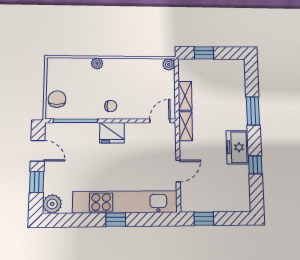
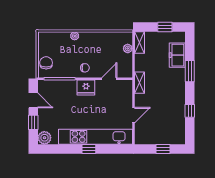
window: (204, 53) -> (165, 27), moved
plant: (169, 64) -> (128, 48), moved
shelving: (185, 96) -> (139, 42), moved
door: (160, 121) -> (109, 79), moved
freezer: (237, 147) -> (177, 55), moved
window: (204, 219) -> (163, 149), moved

